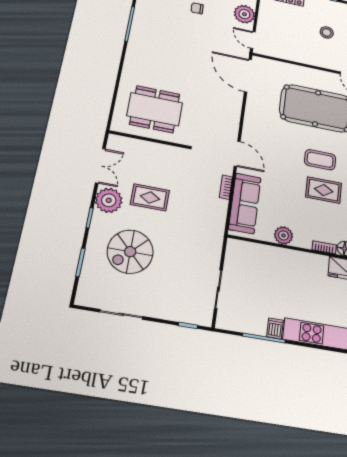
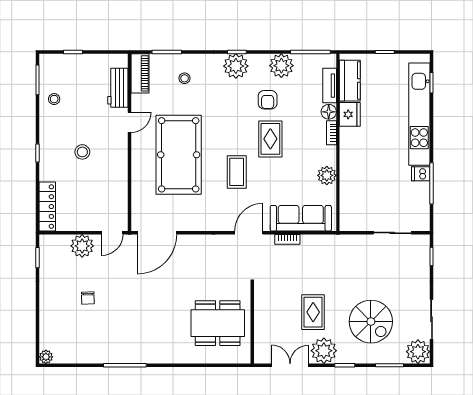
dining table: (155, 109) -> (218, 323), turned 90
coffee table: (320, 160) -> (237, 172), moved
plant: (89, 294) -> (418, 352), added

